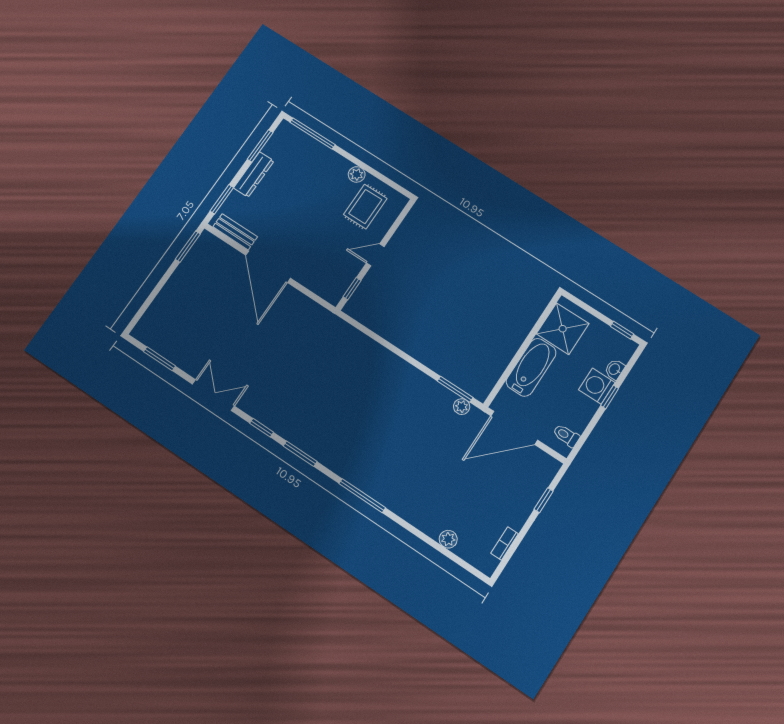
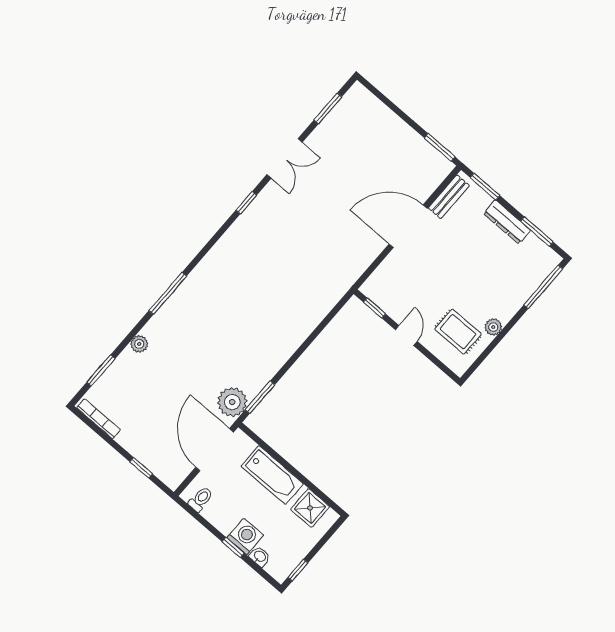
shower: (563, 329) -> (310, 508), width x0.73, depth x0.73
plant: (462, 407) -> (232, 402), width x1.88, depth x1.88
window: (300, 454) -> (101, 370), moved
plant: (448, 539) -> (139, 344), moved
bookcase: (505, 543) -> (99, 419), width x1.56

